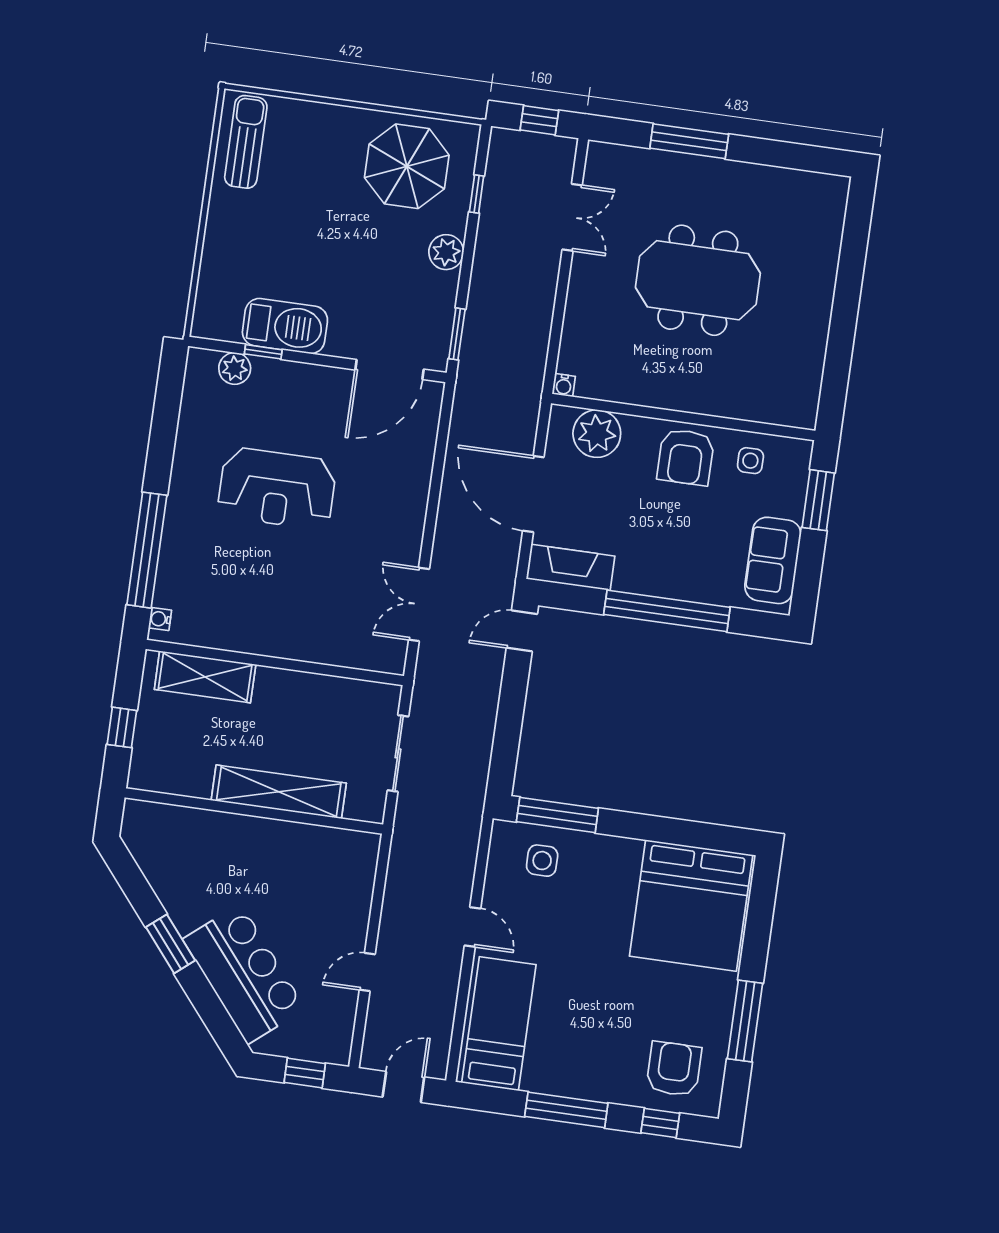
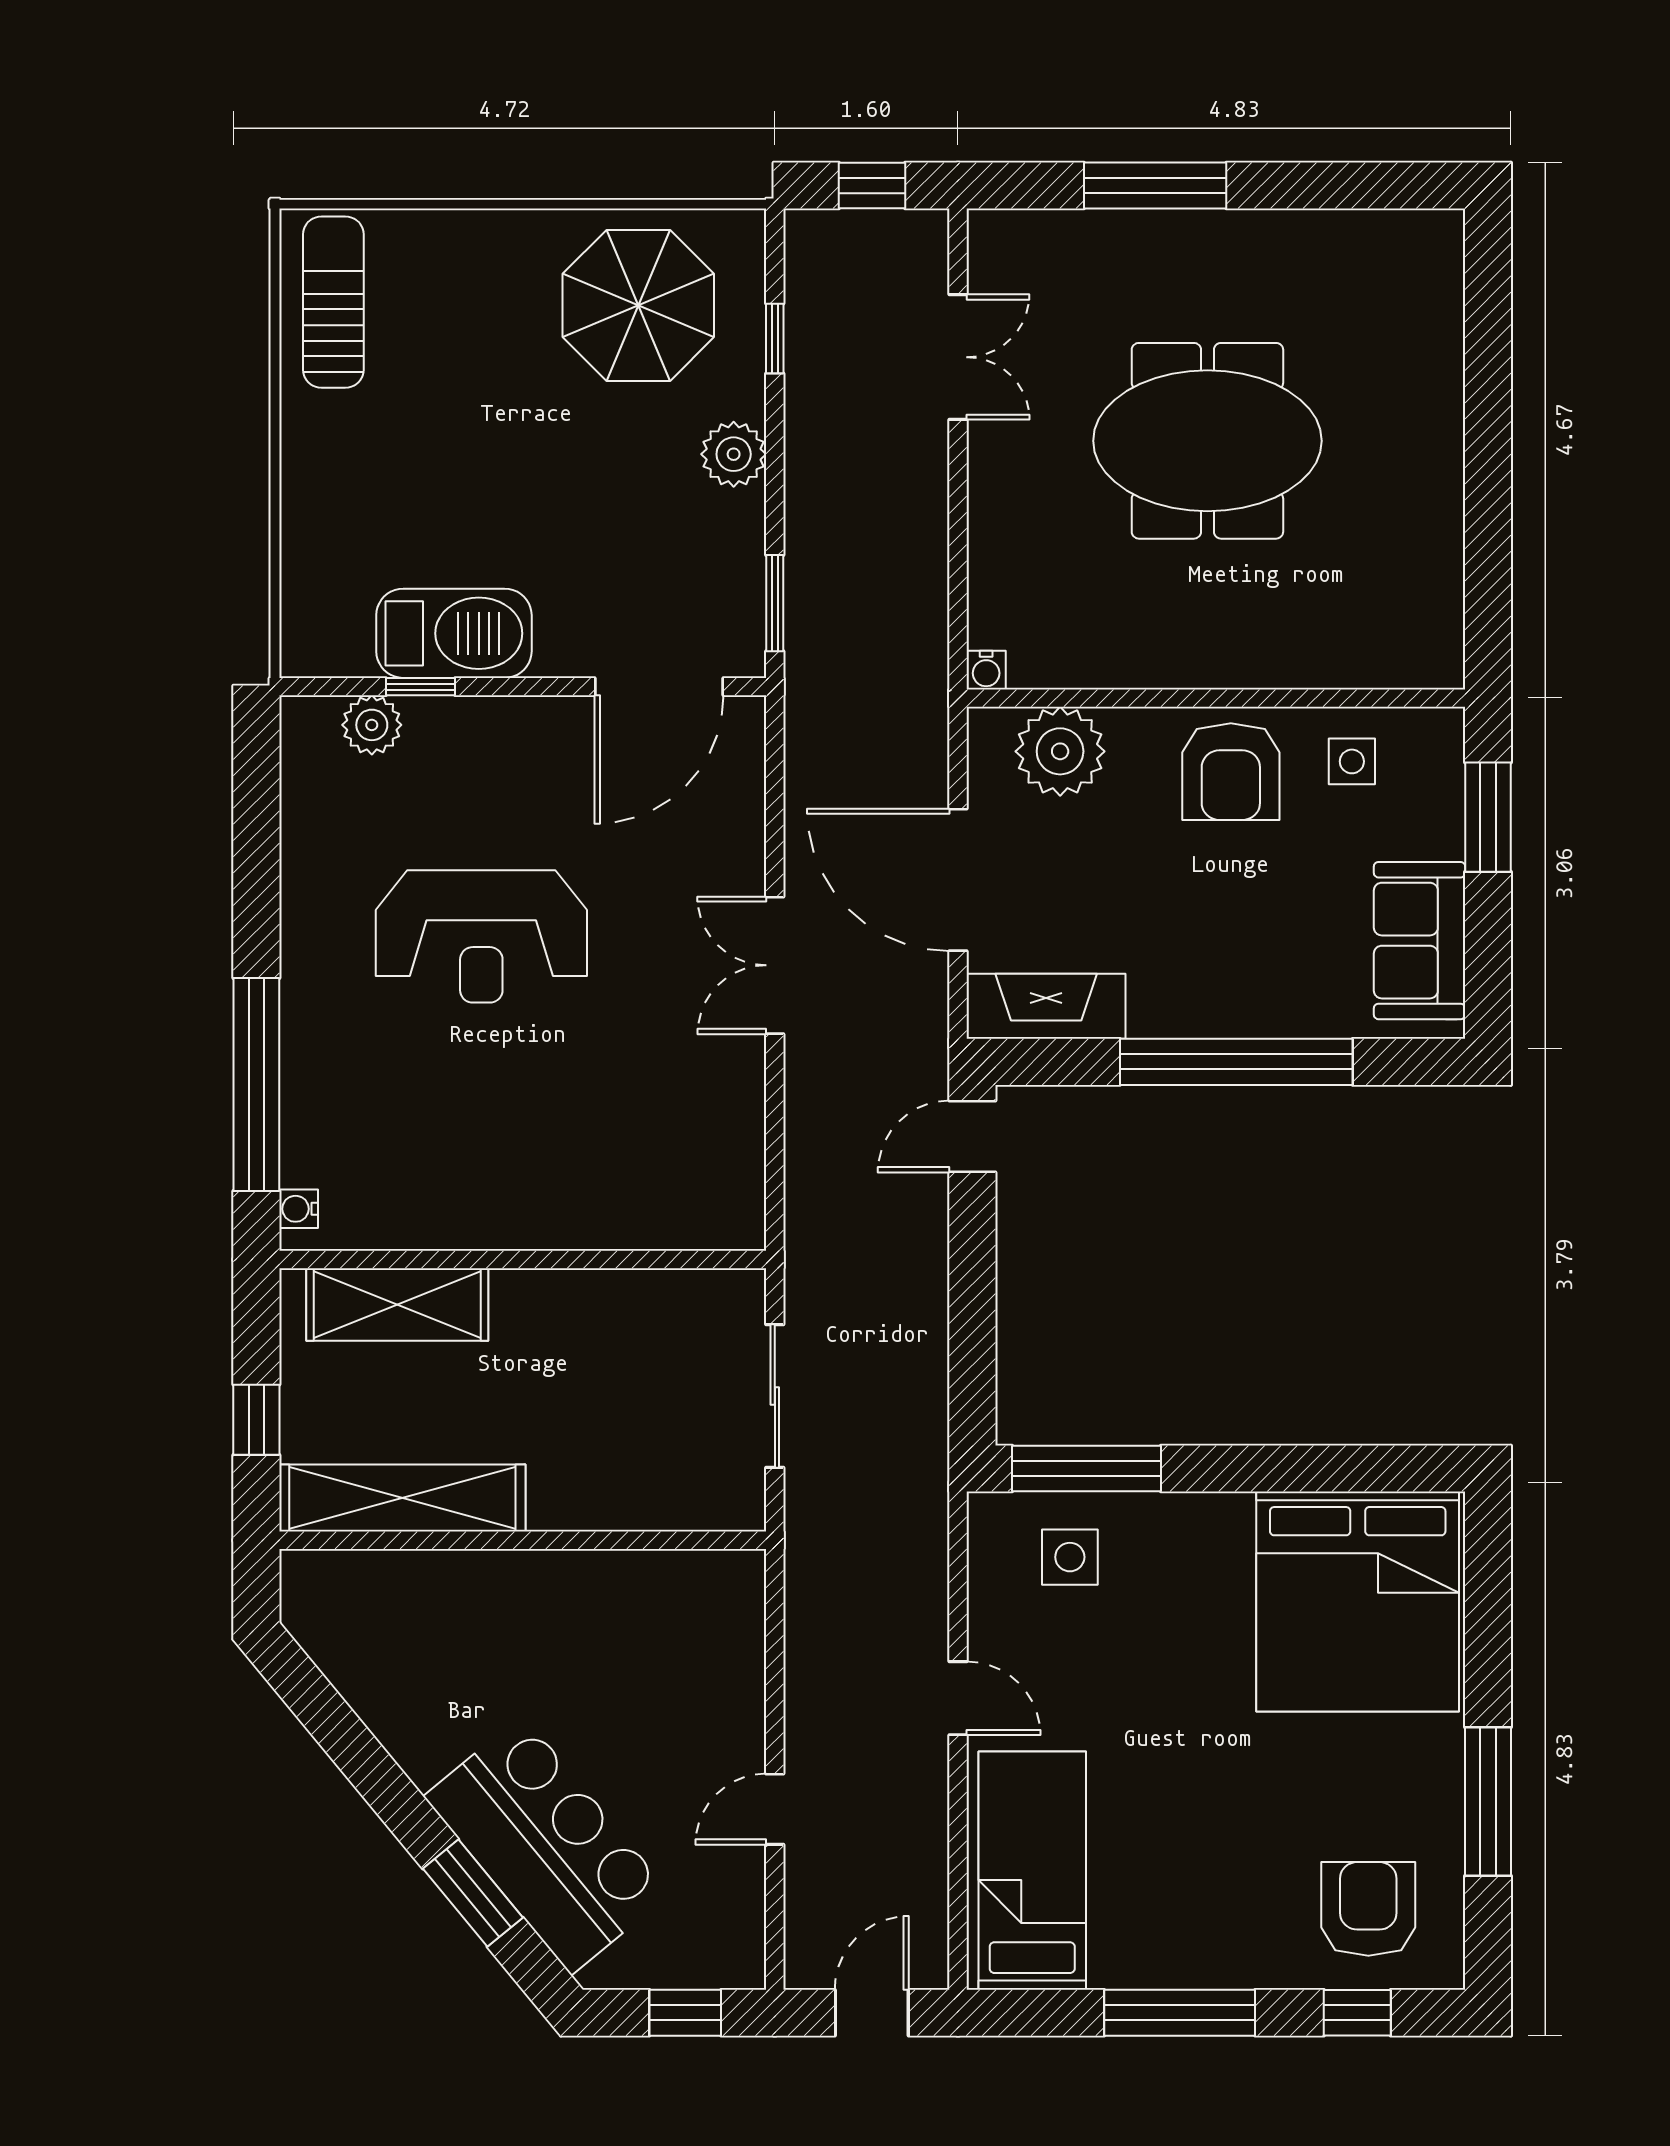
double door: (419, 604) -> (775, 965), moved
shelving: (279, 792) -> (402, 1498), moved
window: (171, 944) -> (473, 1893), moved

